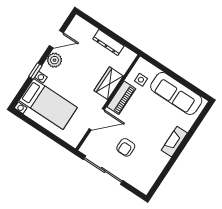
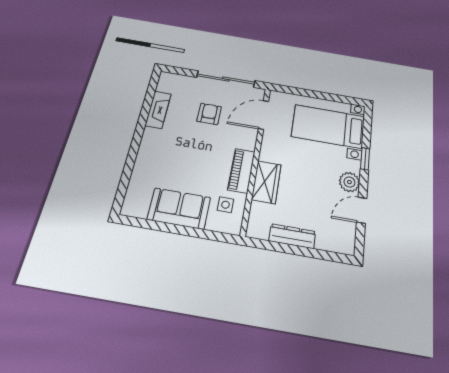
sofa: (176, 93) -> (179, 208), width x0.73
door: (97, 119) -> (263, 115), moved
fireplace: (174, 142) -> (158, 110), moved

